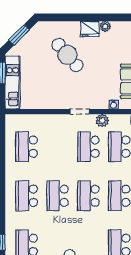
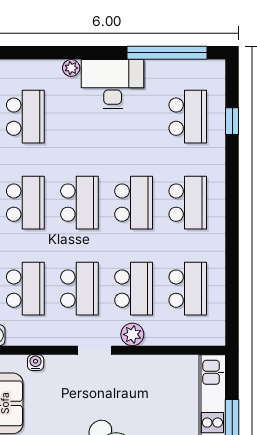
plant: (102, 121) -> (132, 334), moved
school desk: (58, 147) -> (134, 289), added

